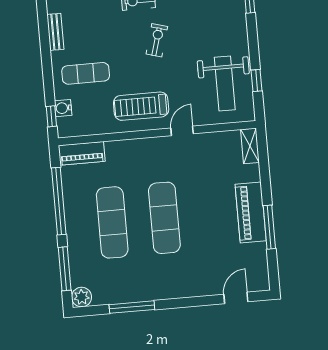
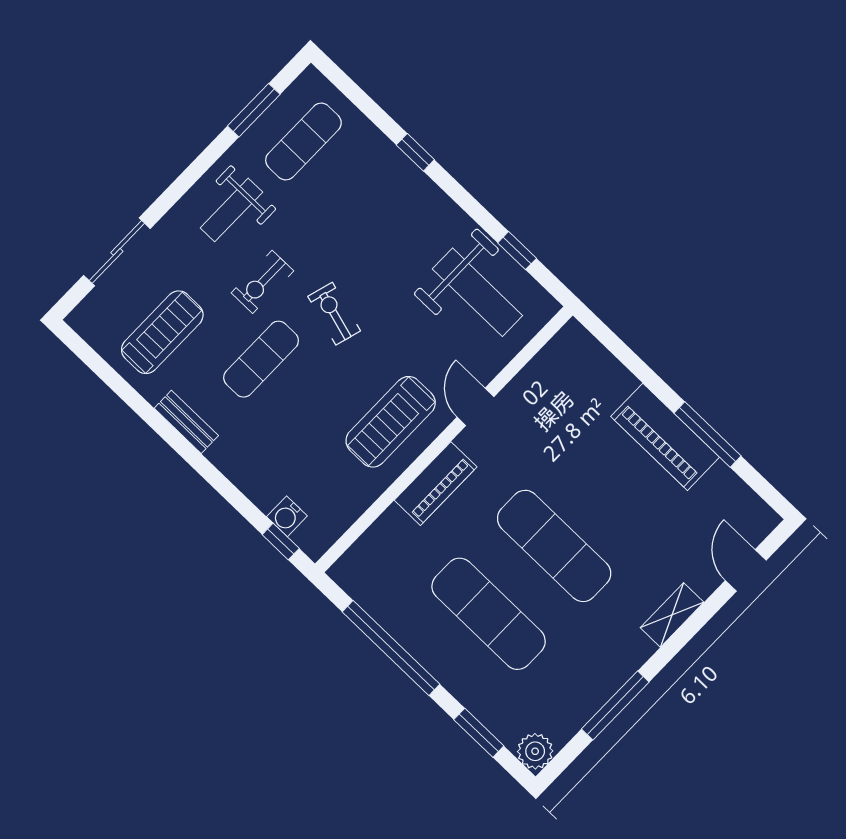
exercise mat: (86, 73) -> (261, 359), moved
shelving: (250, 146) -> (672, 615), moved, turned 90
piano: (82, 153) -> (436, 484), moved
window: (65, 269) -> (479, 733), width x0.69

